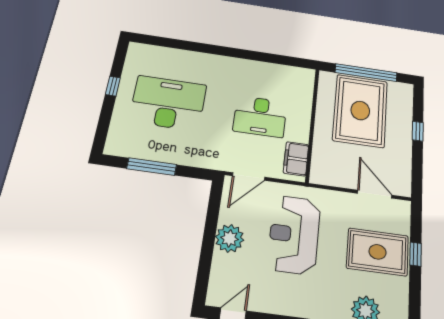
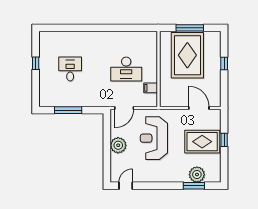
window: (366, 73) -> (190, 28), width x0.68
desk: (168, 103) -> (70, 69), width x0.53, depth x0.77
filing cabinet: (296, 159) -> (151, 88), width x0.50

